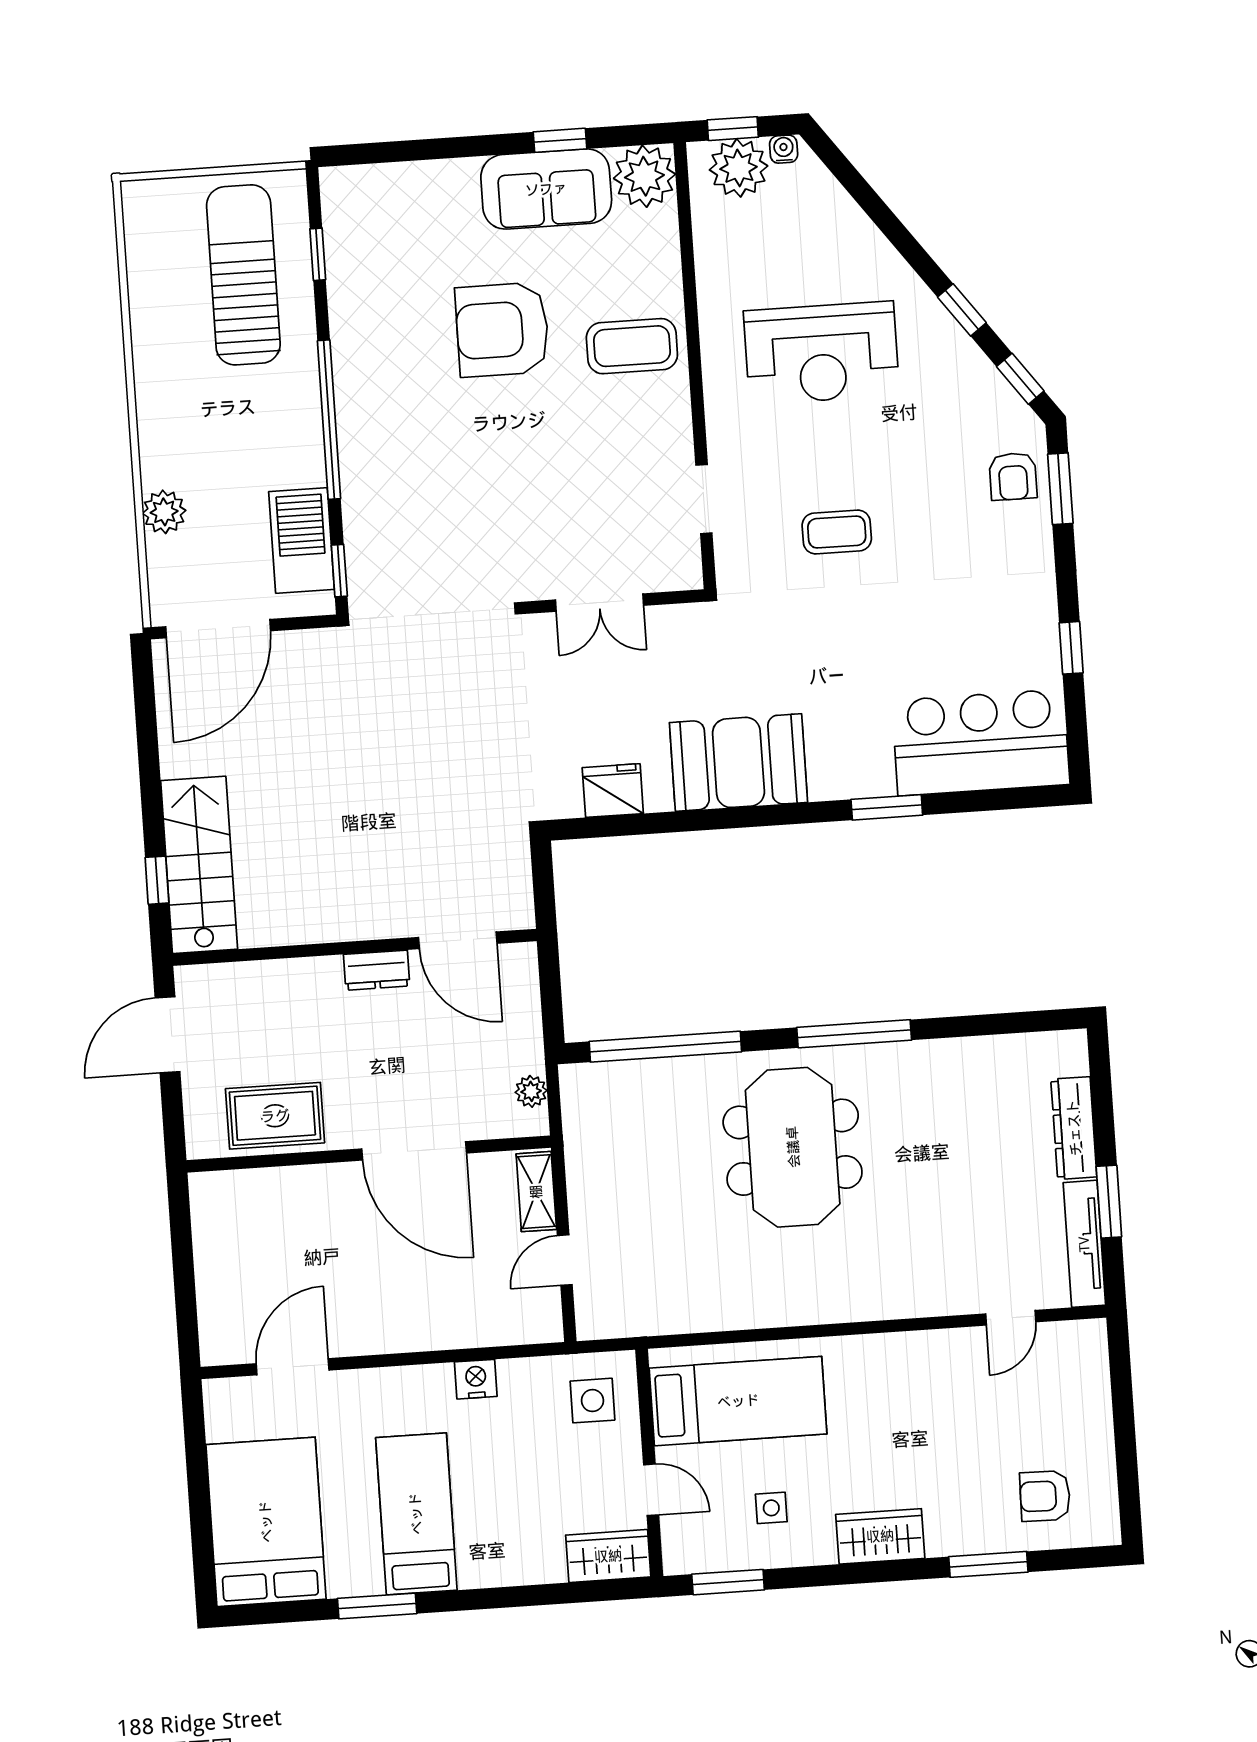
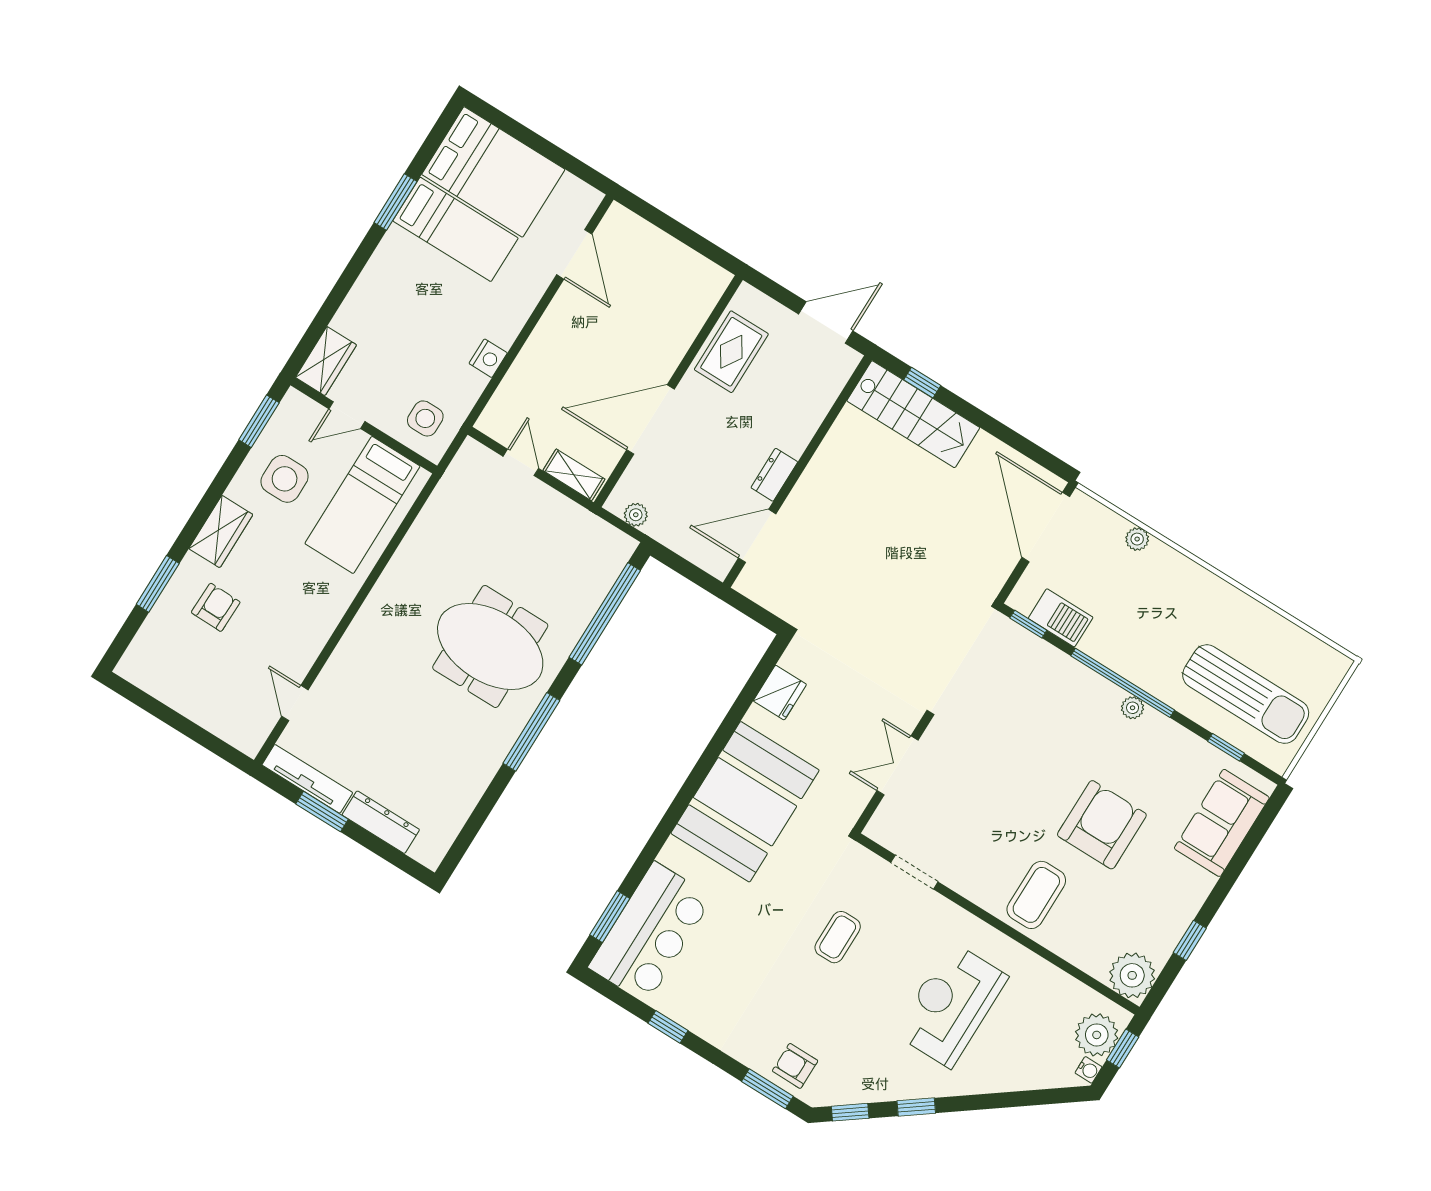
sofa: (546, 189) -> (1222, 823), moved
plant: (349, 389) -> (1133, 708), added
plant: (164, 512) -> (1137, 539), width x0.73, depth x0.73
barbecue: (302, 540) -> (1061, 618), width x0.73, depth x0.83
booth: (738, 762) -> (745, 802), width x1.36, depth x1.42
window: (887, 807) -> (610, 917), moved
door: (167, 1035) -> (826, 322), hinge flipped
armchair: (1045, 1496) -> (216, 607), moved
side table: (771, 1508) -> (285, 479), width x1.87, depth x1.87
bed: (416, 1514) -> (455, 229), moved

